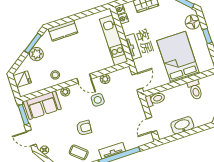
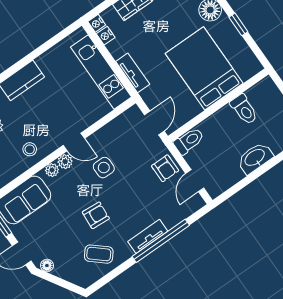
plant: (105, 79) -> (65, 162), moved
armchair: (135, 112) -> (165, 168), added
washbasin: (182, 125) -> (255, 158), moved

